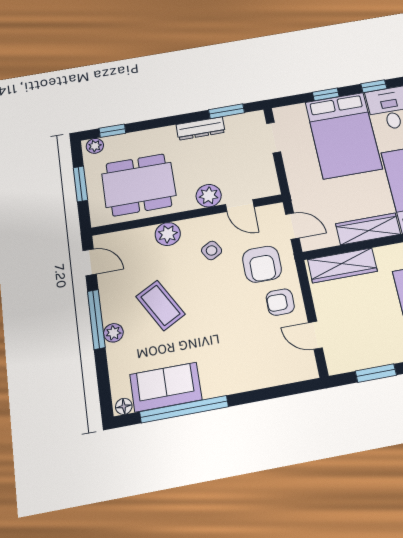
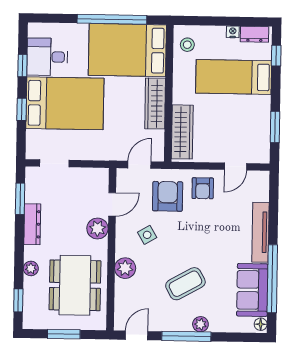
plant: (95, 146) -> (31, 268), moved
armchair: (262, 264) -> (168, 196), turned -90
tv unit: (240, 382) -> (260, 232), added

